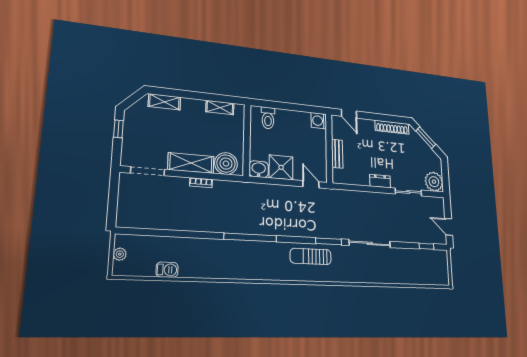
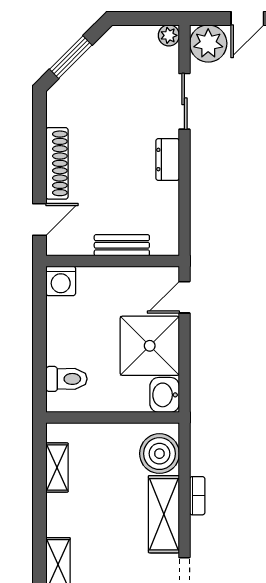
shoe rack: (392, 127) -> (57, 163), moved
shower: (281, 167) -> (150, 346), width x1.37, depth x1.37
plant: (434, 182) -> (169, 35), width x0.53, depth x0.53
plant: (436, 206) -> (208, 43), added

